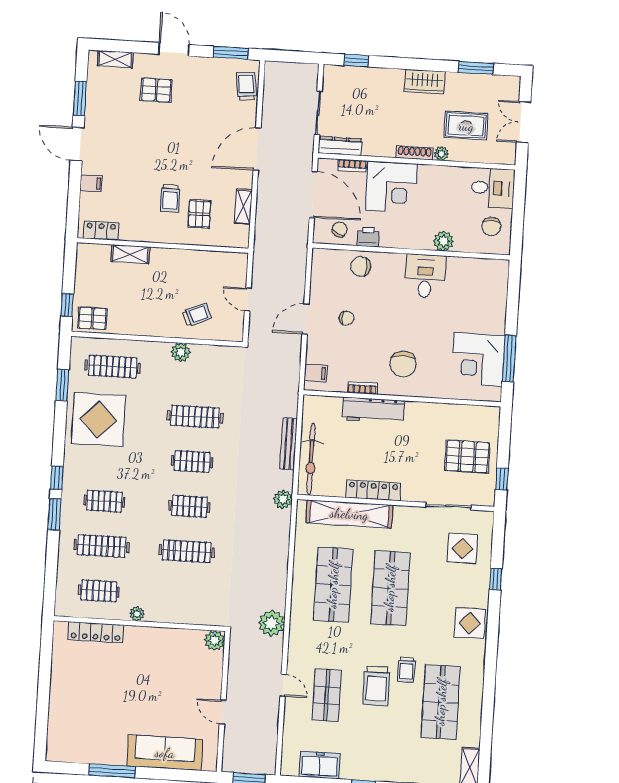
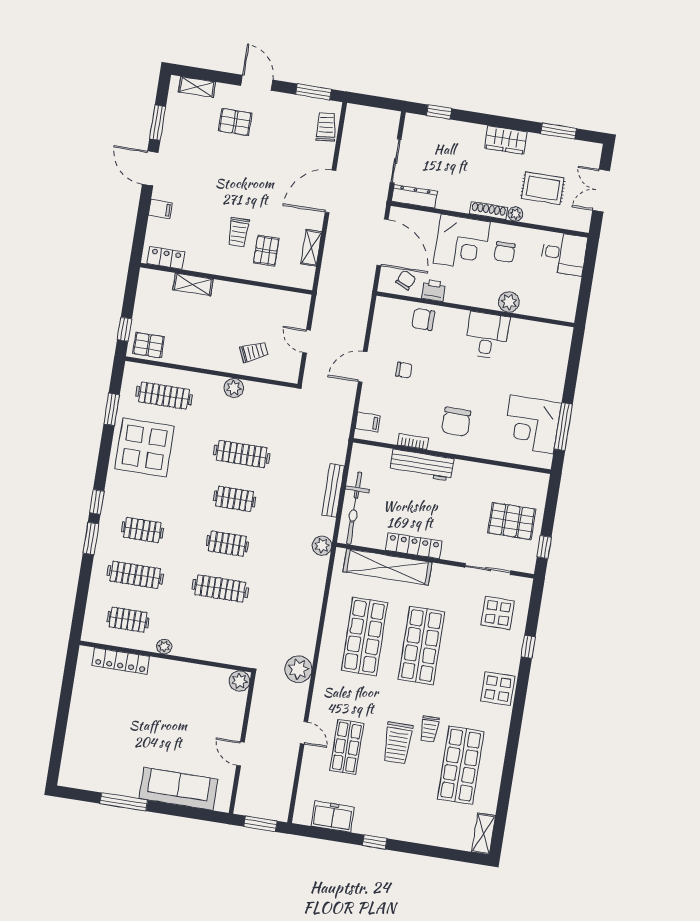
bookcase: (352, 165) -> (424, 217), removed
chair: (491, 226) -> (505, 252), moved

